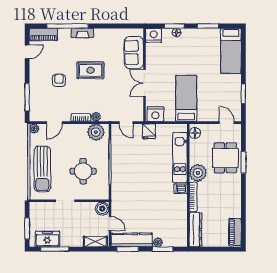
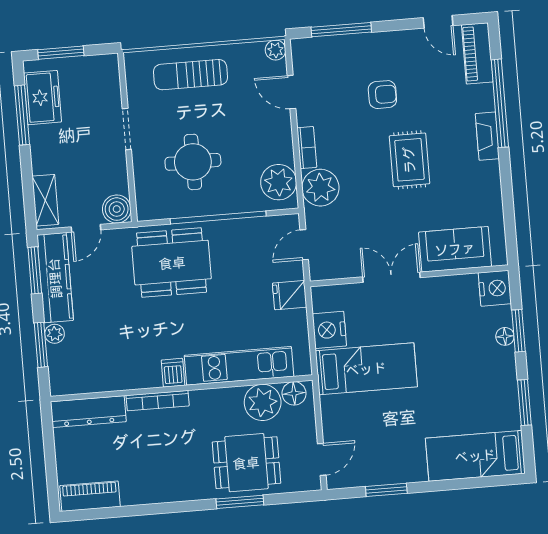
nightstand: (155, 114) -> (329, 330), moved
plant: (96, 117) -> (320, 188), width x1.87, depth x1.87
sun lounger: (42, 169) -> (191, 75), width x0.73, depth x0.75
plant: (198, 173) -> (263, 402), moved
dining table: (129, 185) -> (172, 263), added

